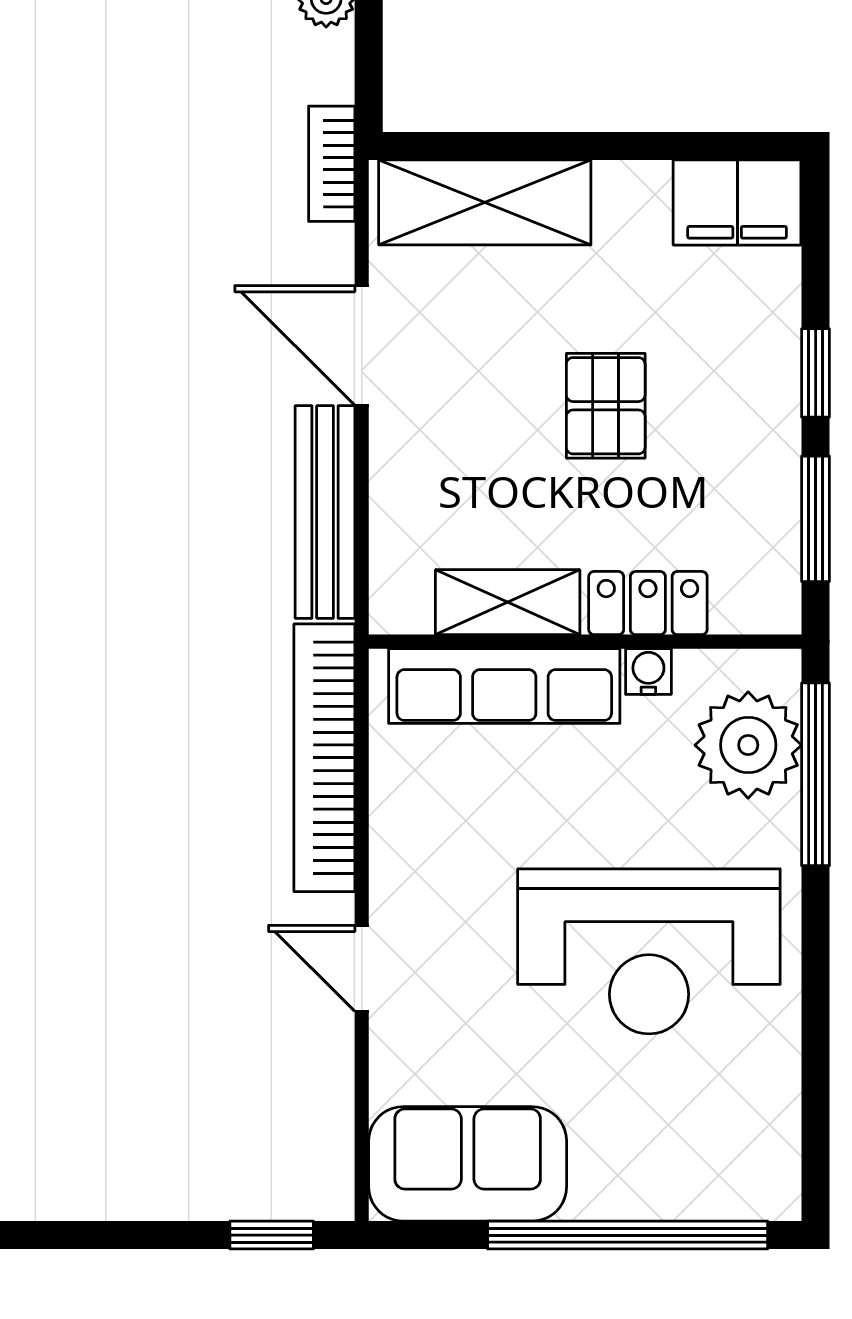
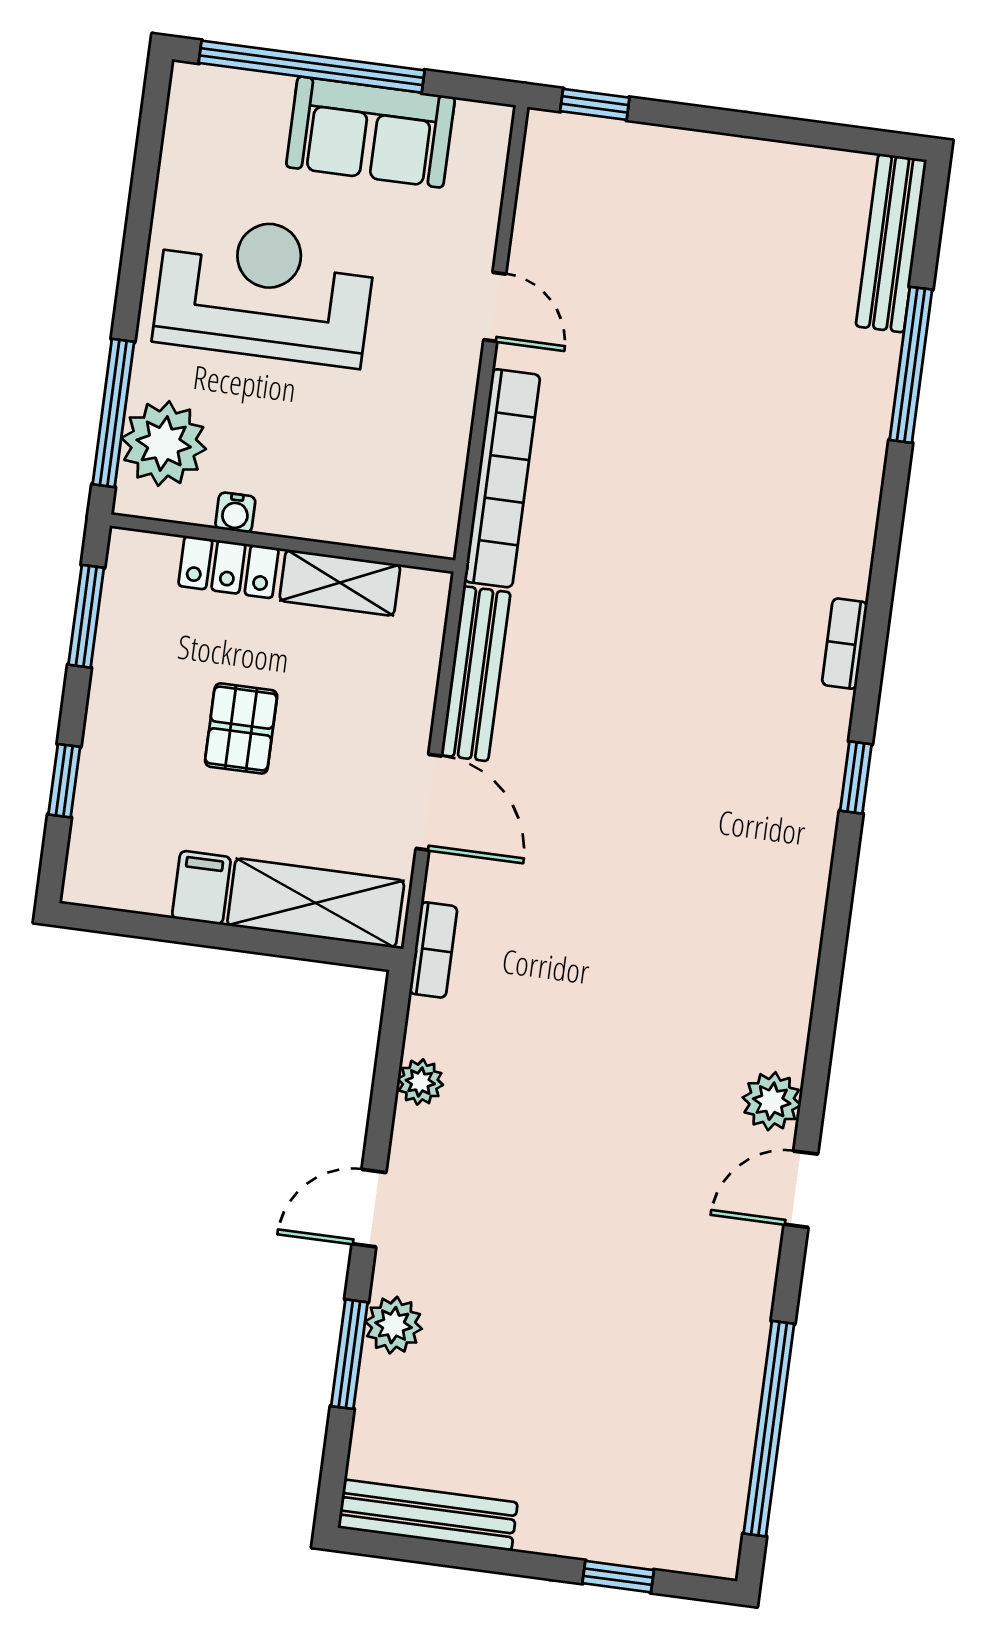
filing cabinet: (737, 202) -> (201, 888), moved, width x0.50
window: (816, 373) -> (64, 781), moved
row of seats: (504, 686) -> (352, 516), removed
sofa: (468, 1164) -> (370, 132), moved

